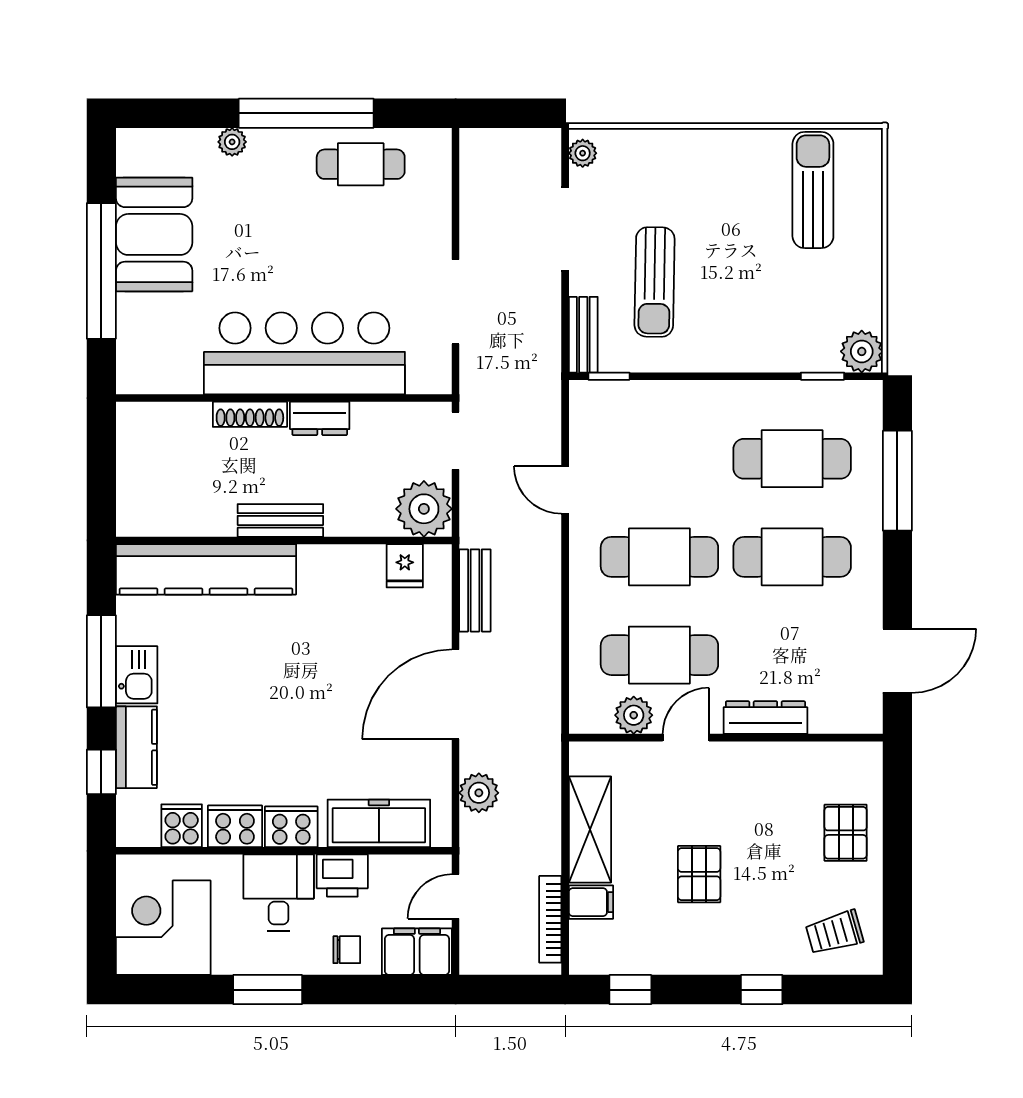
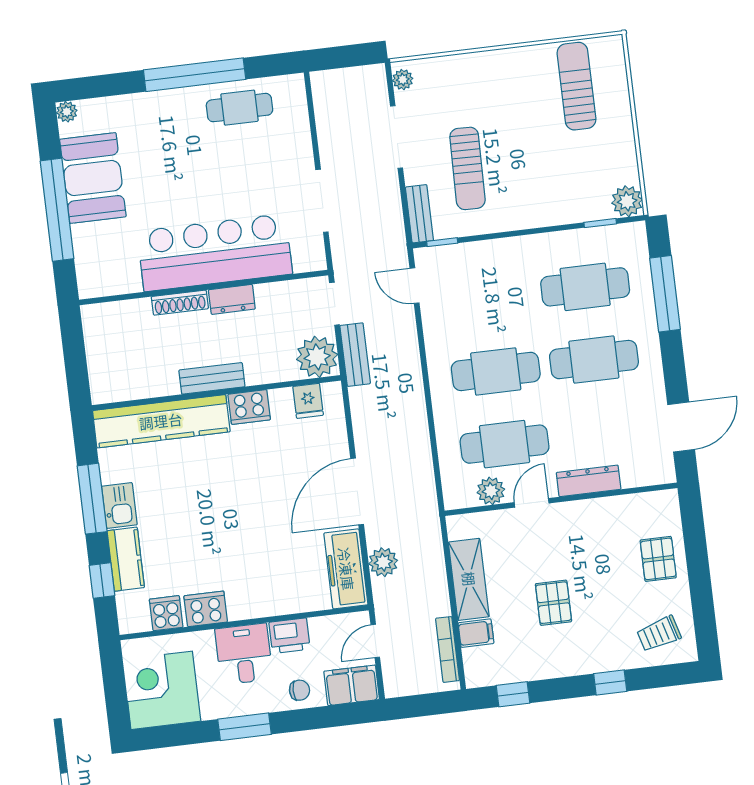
plant: (232, 142) -> (67, 112), moved
door: (565, 490) -> (415, 286), moved
bench: (475, 590) -> (355, 355), moved
freezer: (379, 823) -> (346, 569), moved, turned -90
cooker: (291, 827) -> (249, 407), moved, turned 180

